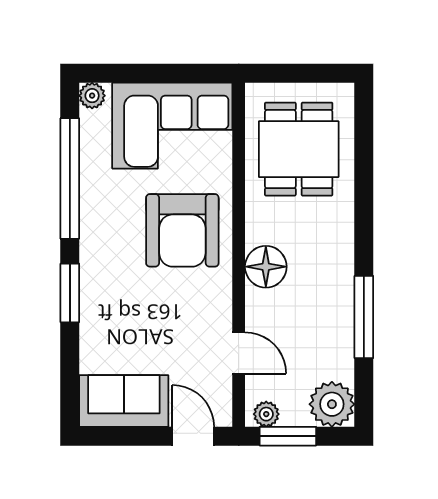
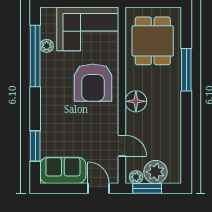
plant: (92, 96) -> (47, 46), moved
window: (70, 293) -> (35, 146), moved
window: (364, 317) -> (186, 70), moved
plant: (332, 404) -> (155, 172), moved

